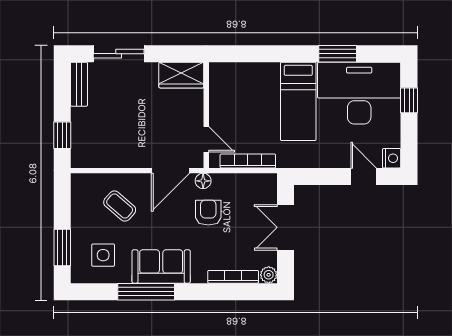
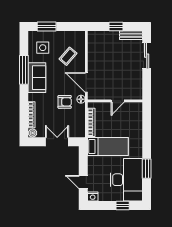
wardrobe: (181, 75) -> (136, 88), removed
bed: (298, 101) -> (108, 147), moved, turned 180
window: (62, 135) -> (116, 26), moved
door: (206, 139) -> (118, 101), moved
door: (364, 176) -> (83, 182), swing flipped

